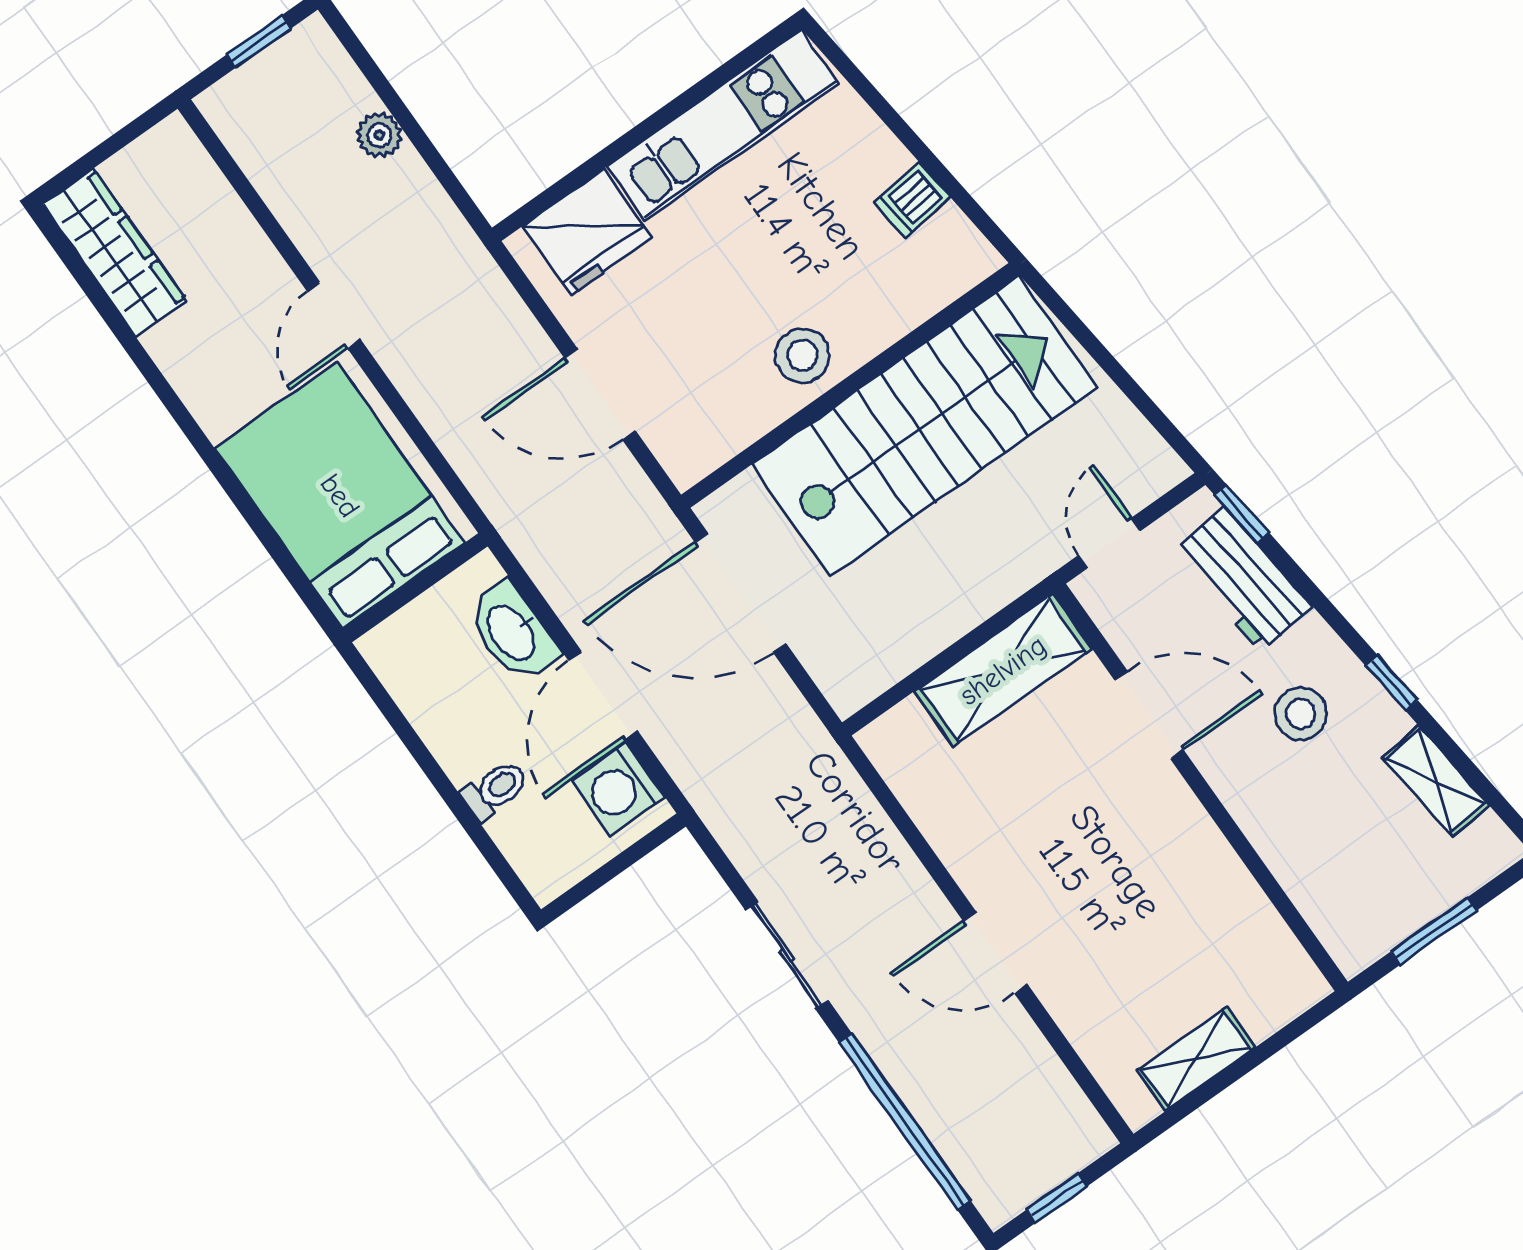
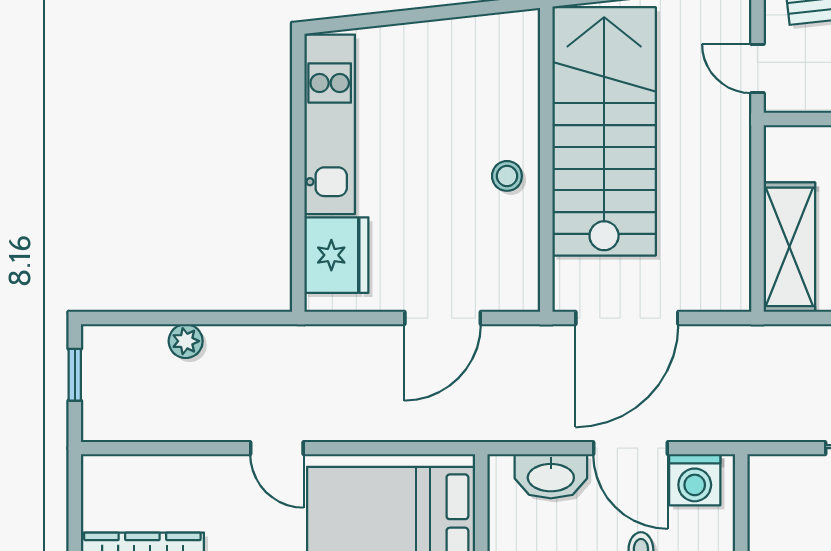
dishwasher: (912, 200) -> (459, 40), removed
stool: (802, 355) -> (507, 176), width x0.73, depth x0.73
shelving: (1003, 670) -> (789, 247), moved

